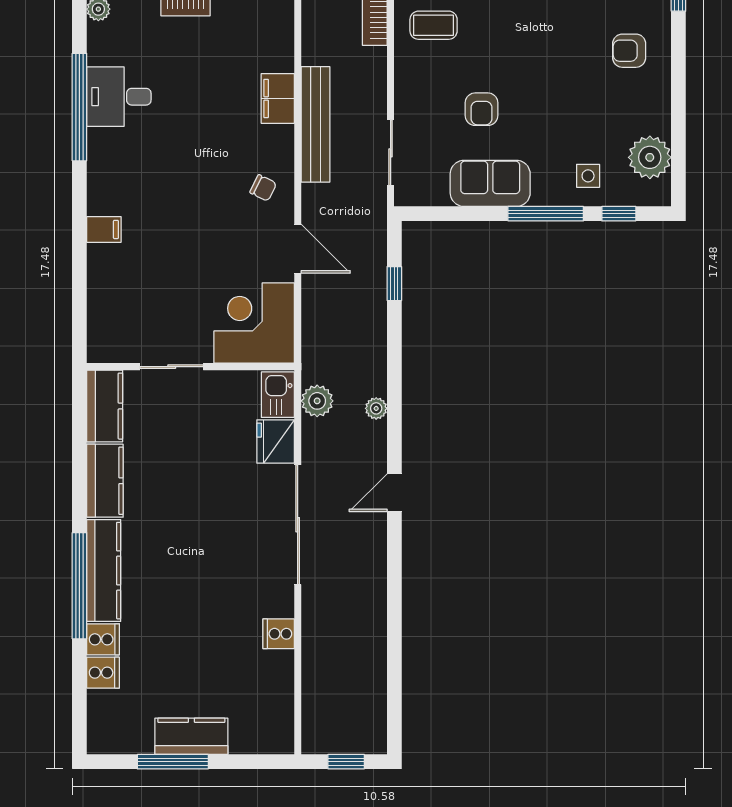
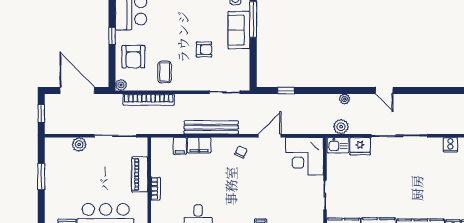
filing cabinet: (276, 58) -> (180, 146), added
sofa: (490, 183) -> (239, 30), moved

